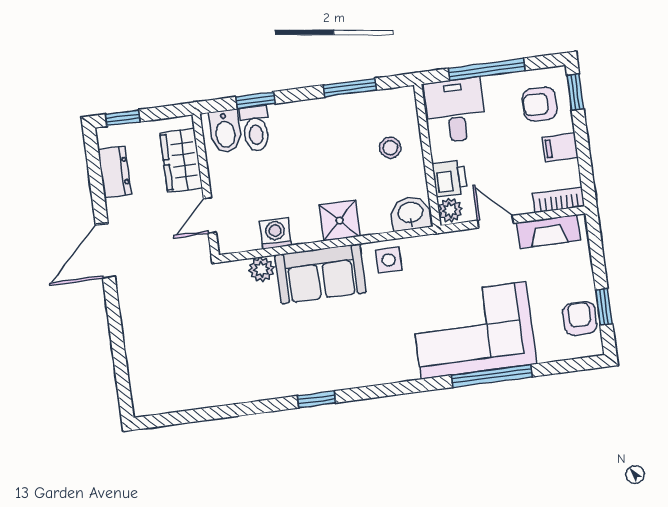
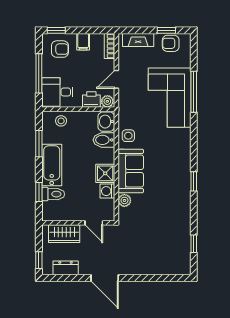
armchair: (540, 104) -> (60, 49), turned -90
bathtub: (312, 118) -> (52, 165), added
bidet: (225, 131) -> (104, 140), moved, turned 180
stool: (390, 148) -> (61, 121), moved
shower: (340, 221) -> (105, 173), moved
fireplace: (548, 231) -> (138, 40), moved, turned 90
window: (195, 416) -> (194, 244), added

